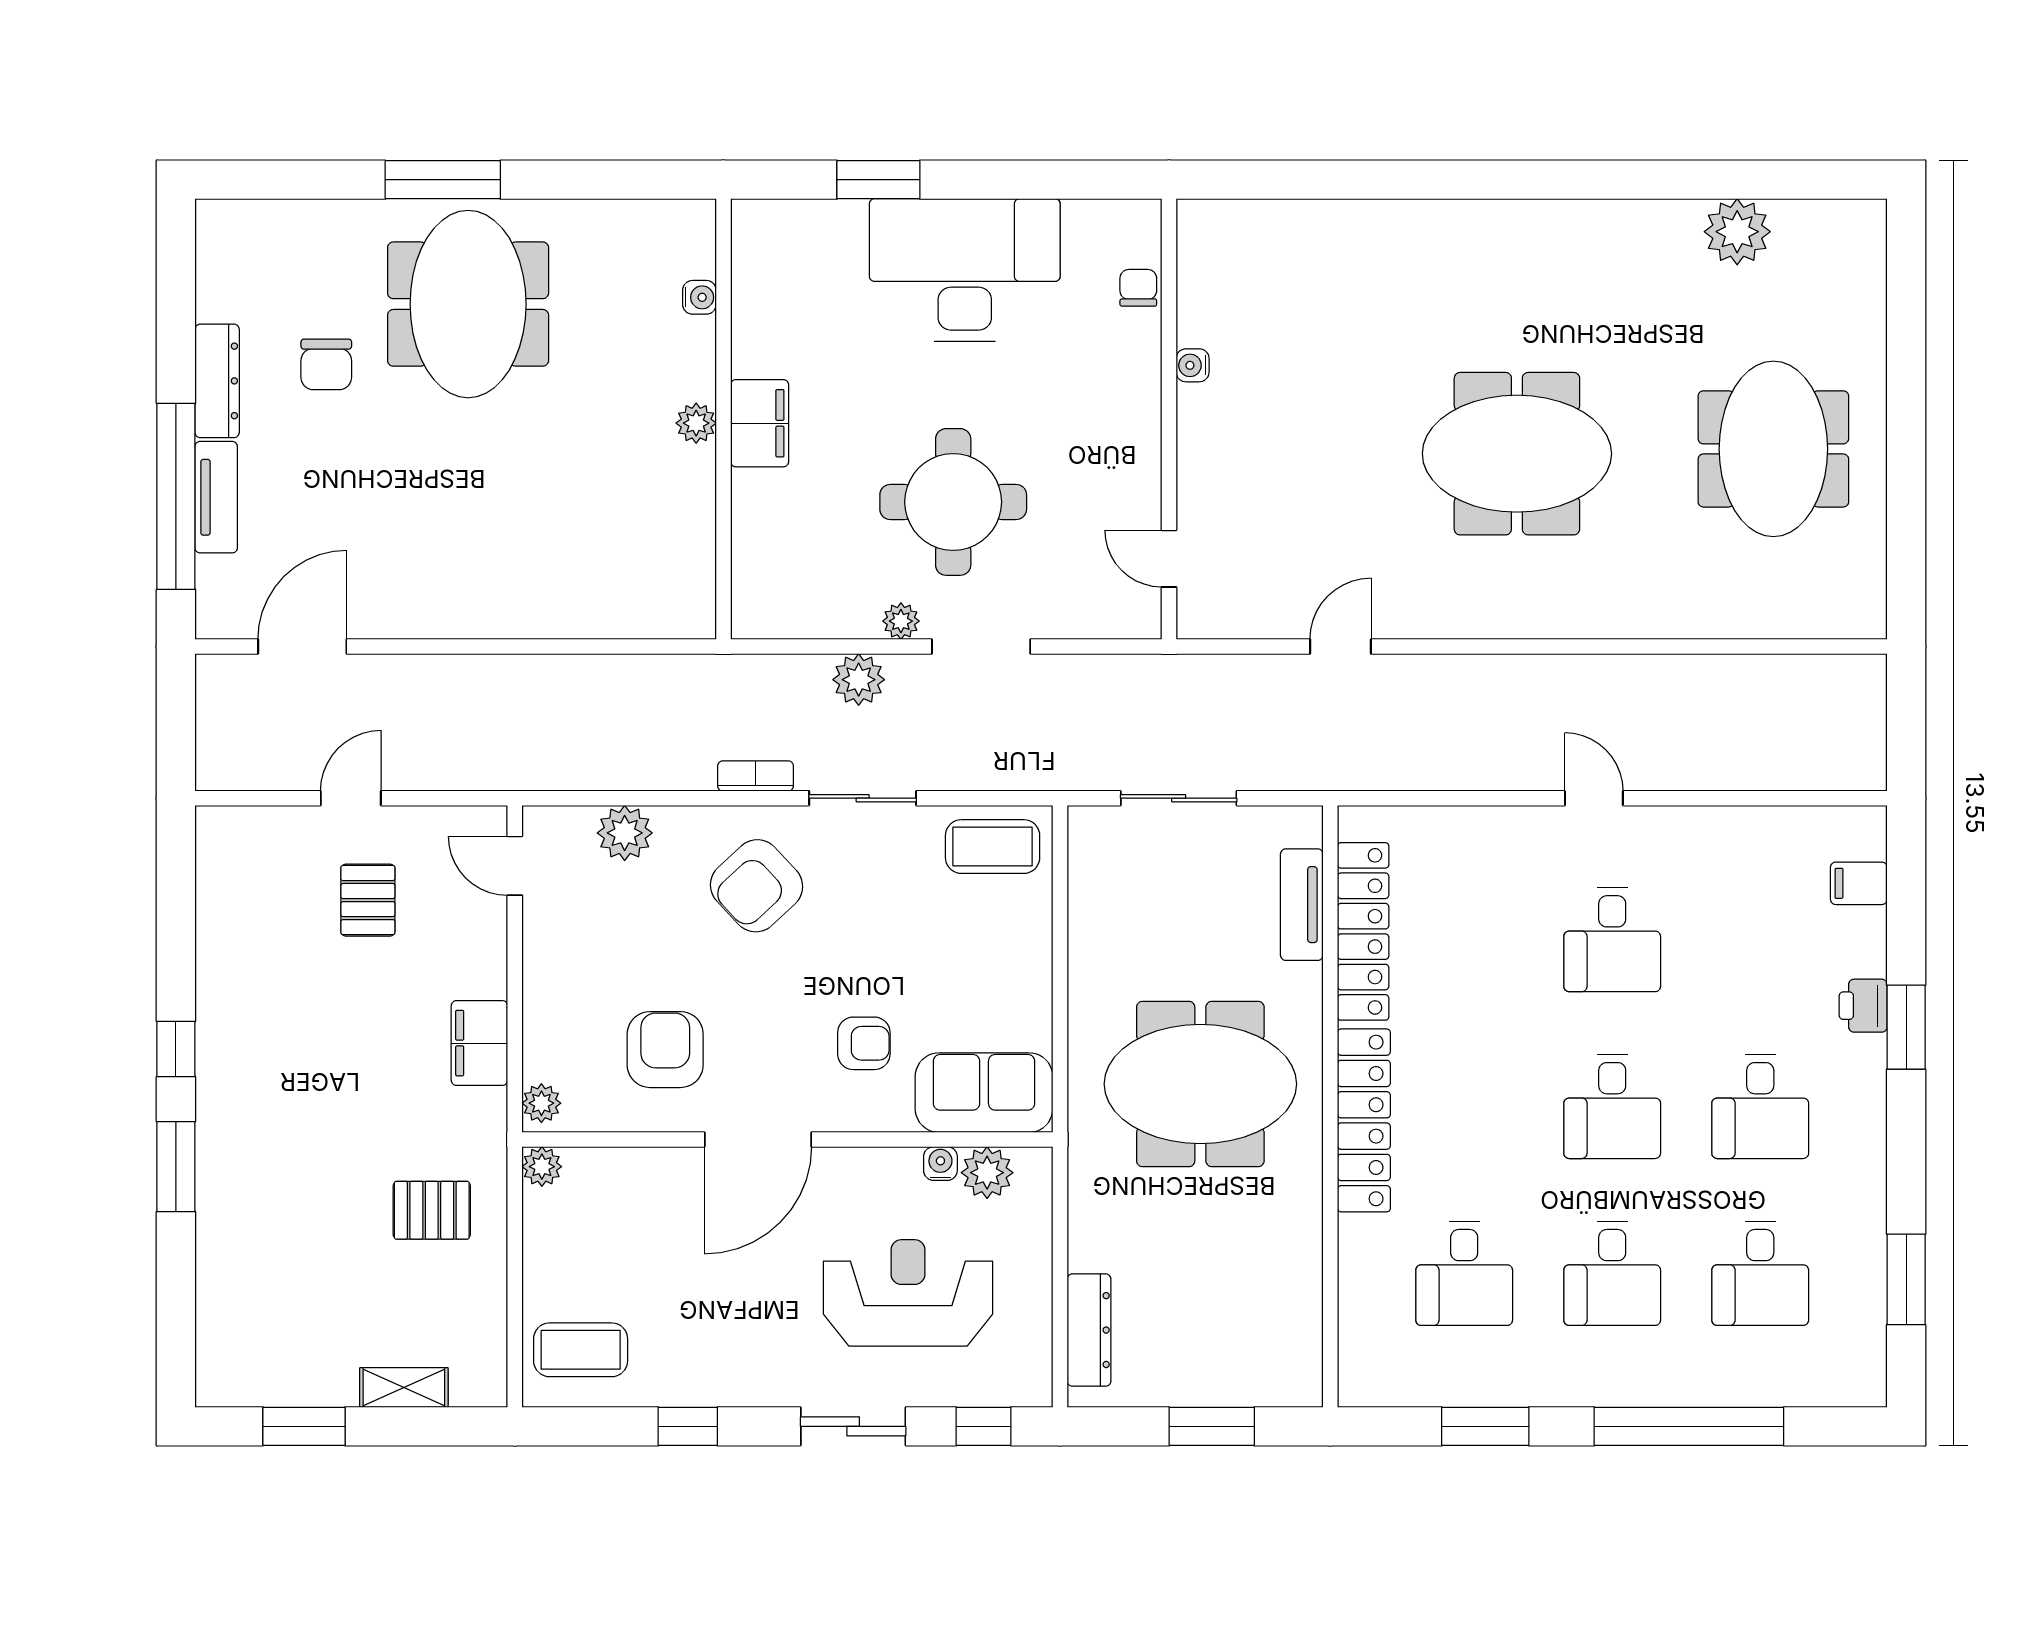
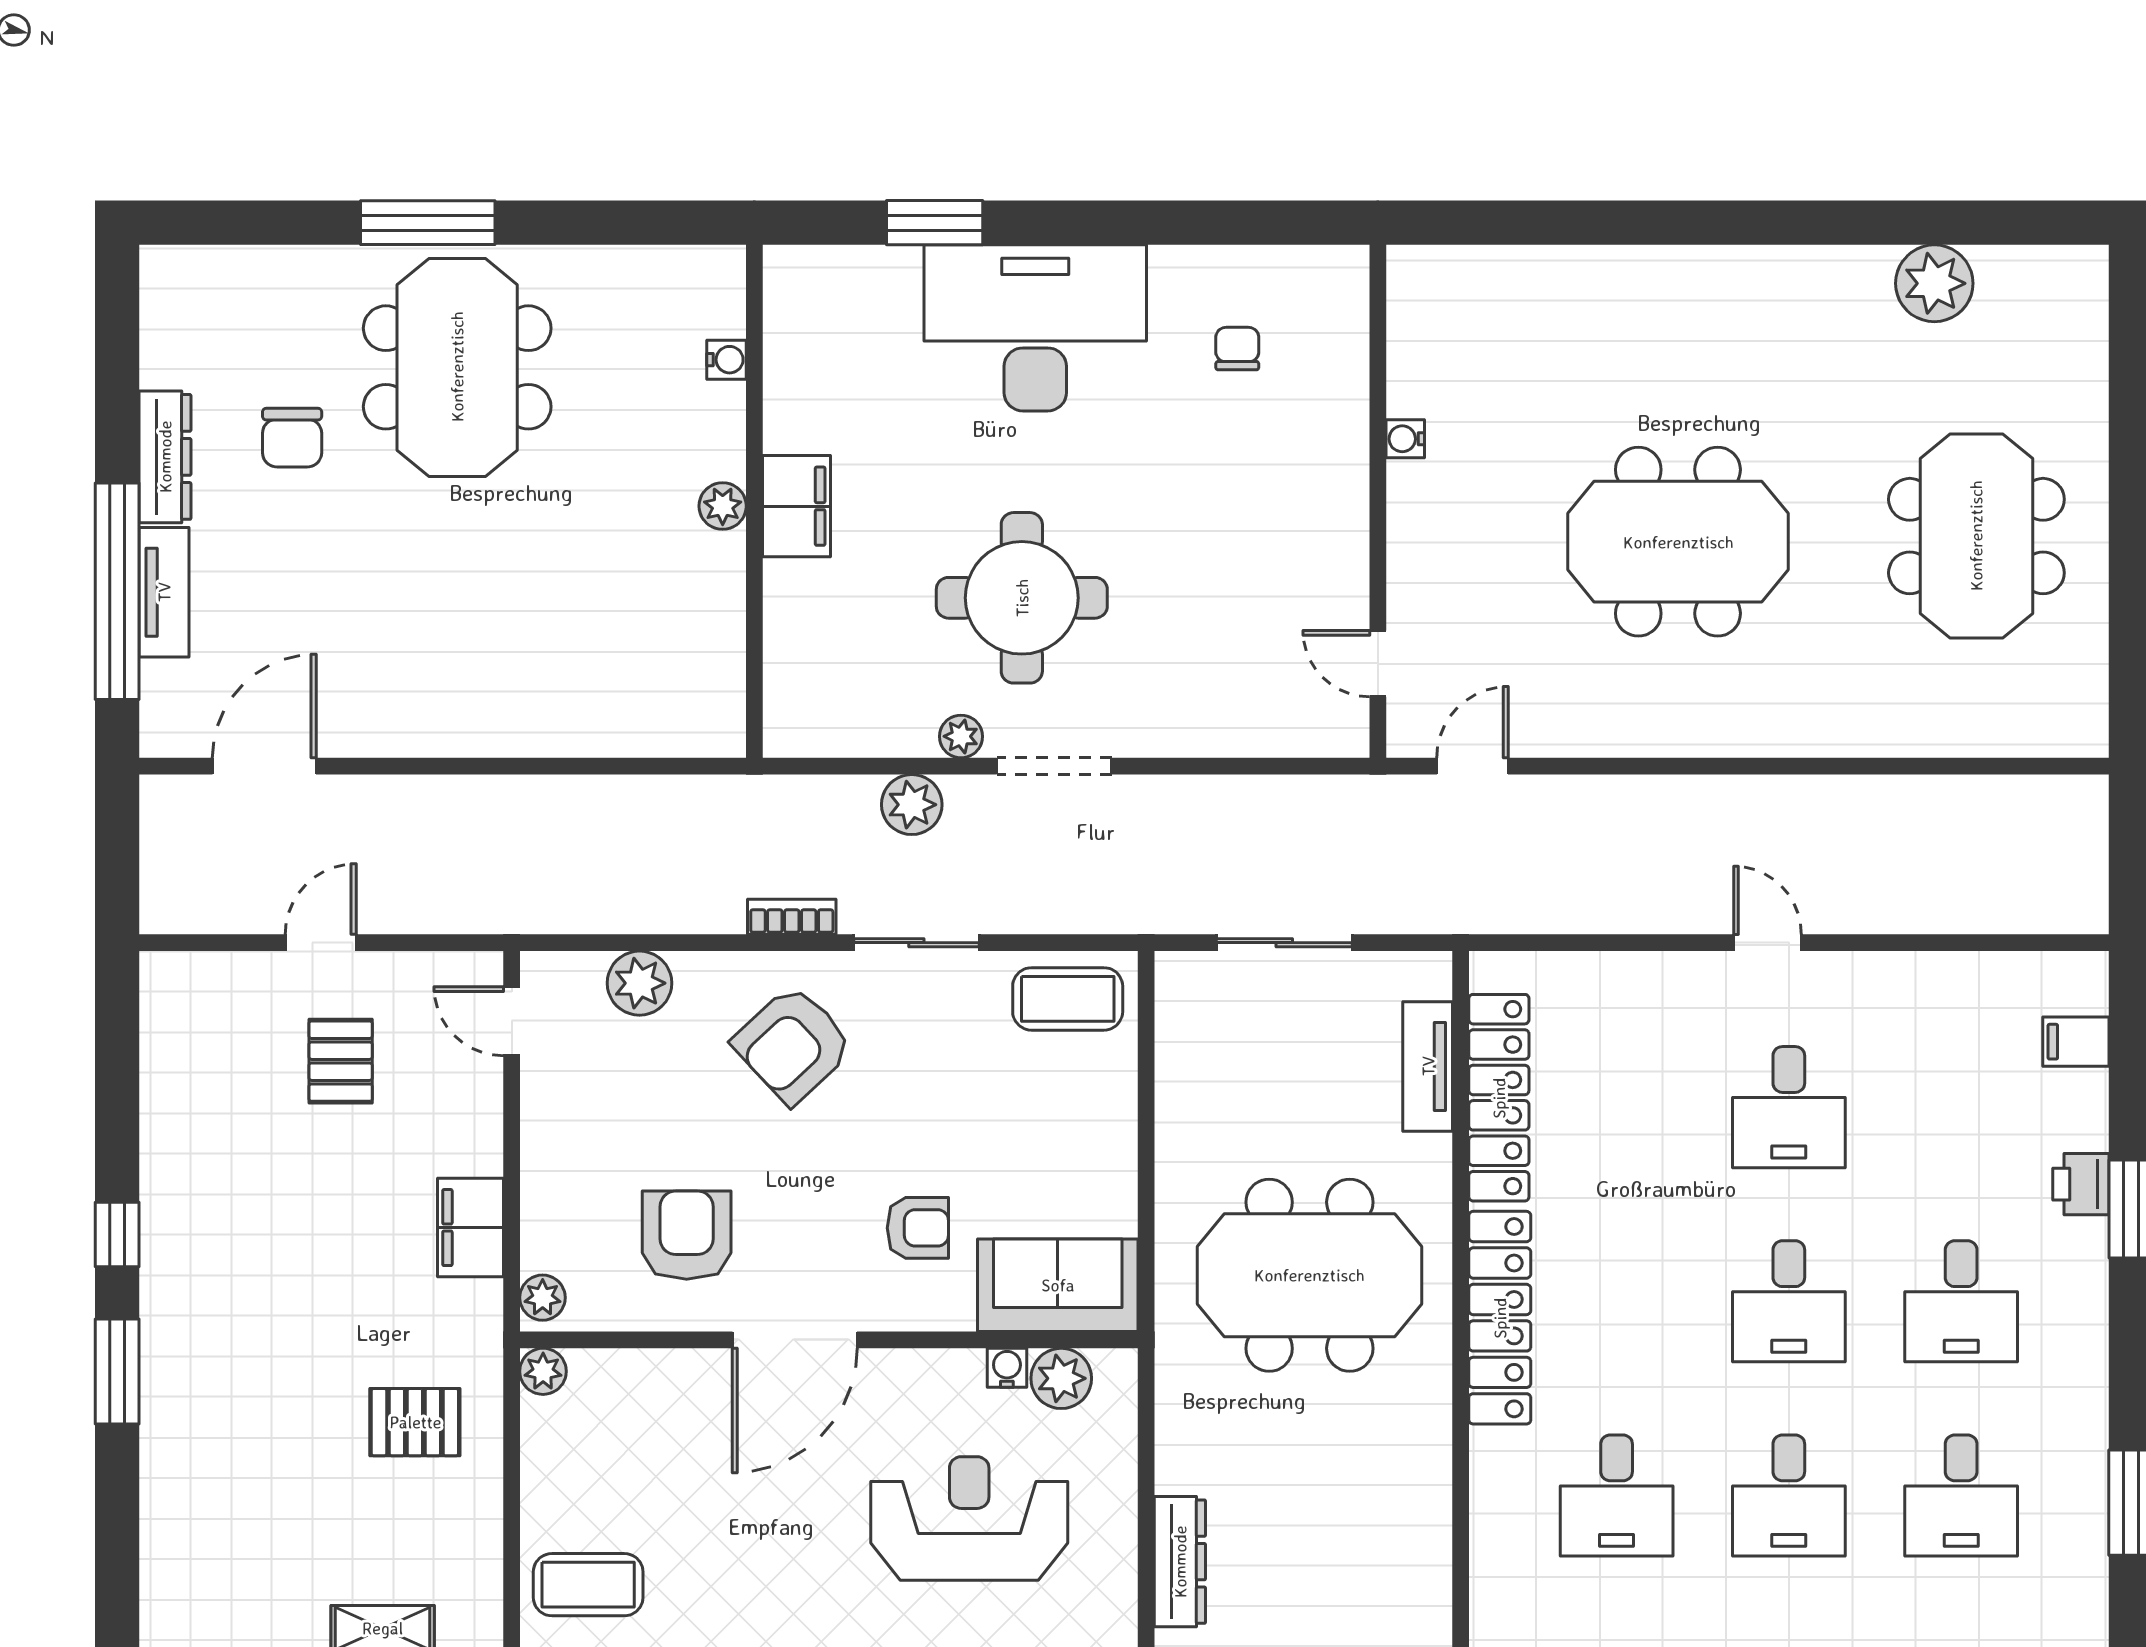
water cooler: (1193, 365) -> (1405, 439), moved
wall: (1169, 419) -> (1378, 501), moved
door: (1169, 559) -> (1378, 664), moved

